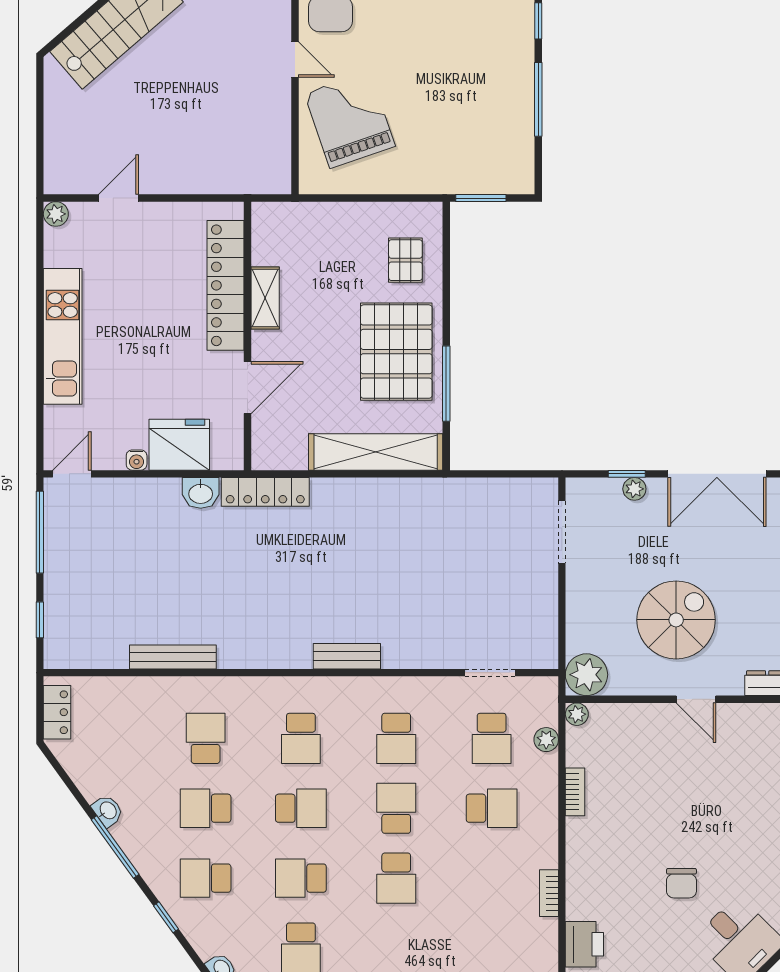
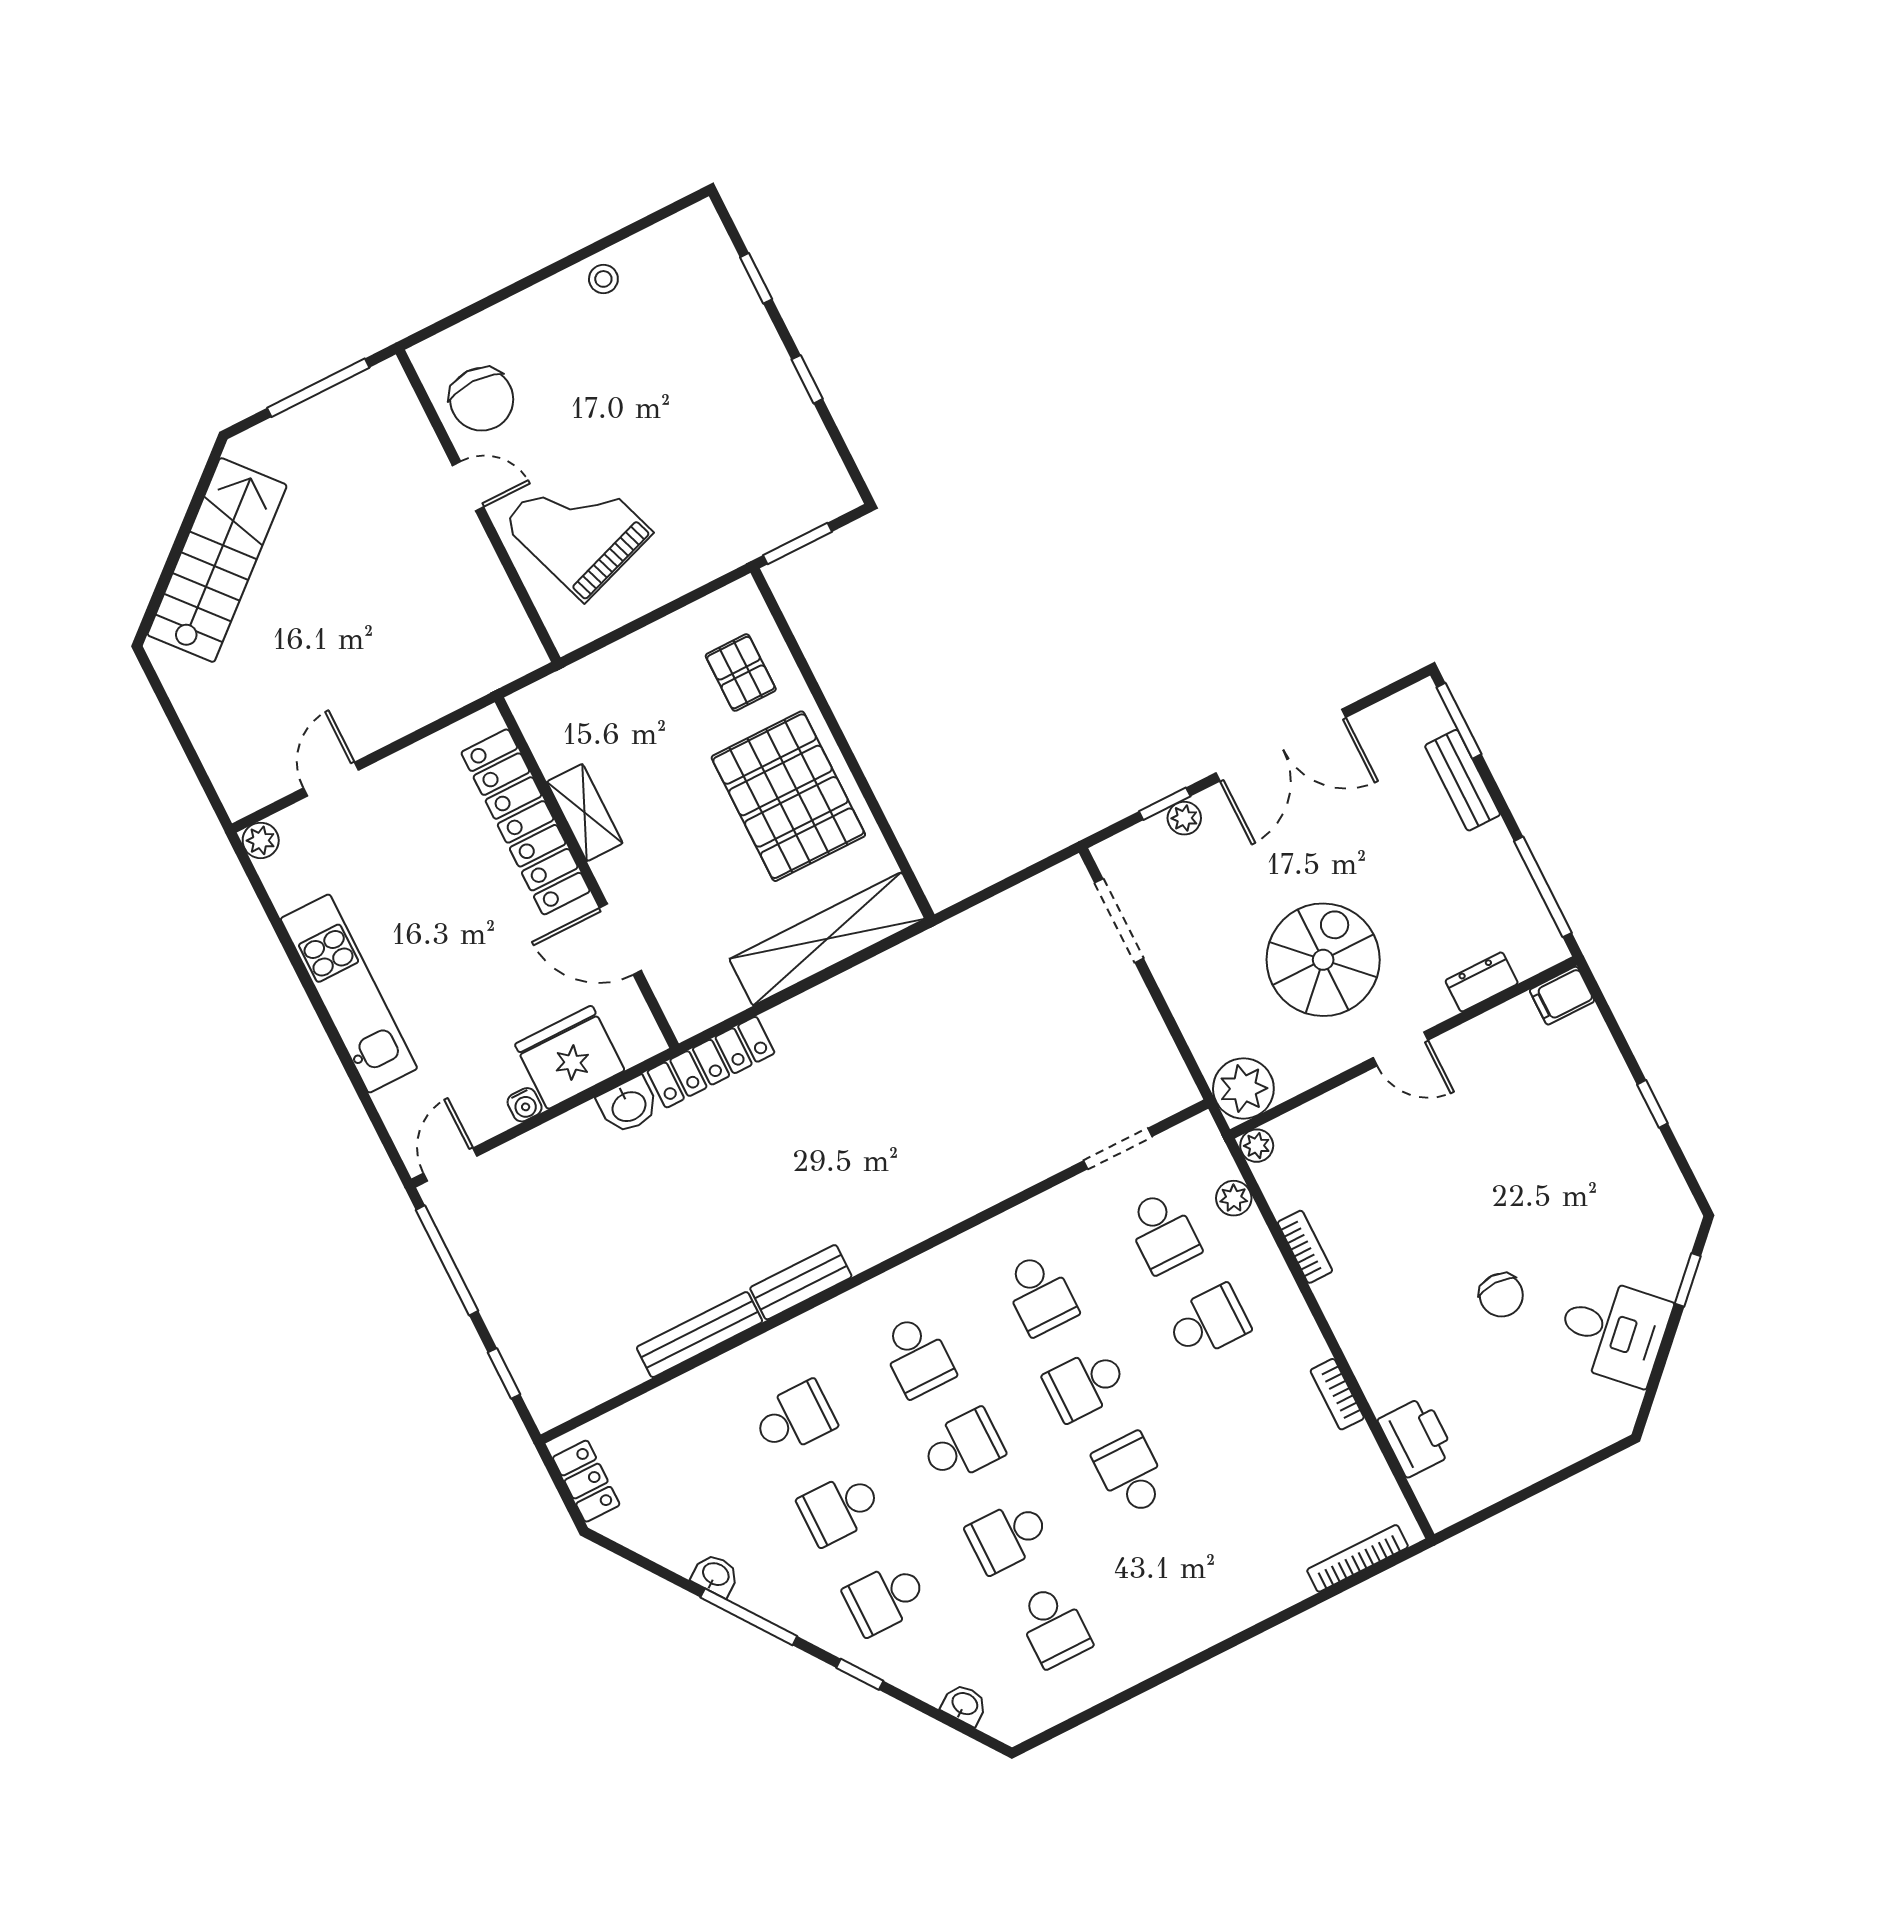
window: (538, 99) -> (807, 379), width x0.46
window: (446, 384) -> (874, 805), removed
door: (248, 388) -> (620, 939), swing flipped
bench: (347, 656) -> (801, 1282), moved
school desk: (206, 738) -> (794, 1418), turned 90
school desk: (396, 808) -> (1085, 1384), turned -90
school desk: (396, 878) -> (1131, 1474), turned 180

